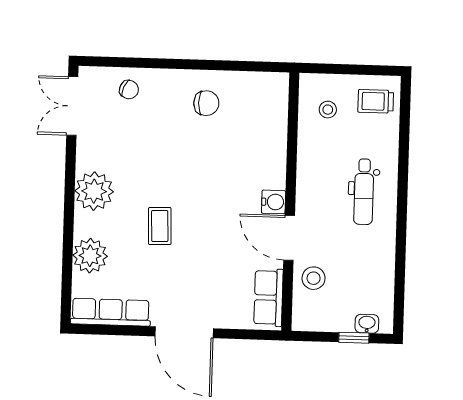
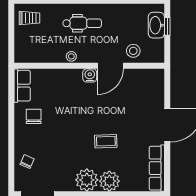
trolley: (376, 101) -> (29, 18), turned -90
stool: (328, 110) -> (71, 56), moved
plant: (90, 256) -> (109, 181), moved
row of seats: (268, 298) -> (22, 86), moved, turned -90
washbasin: (367, 324) -> (156, 25), width x1.91, depth x1.45

